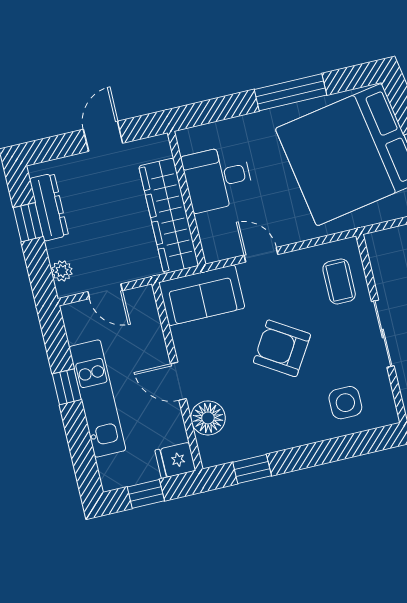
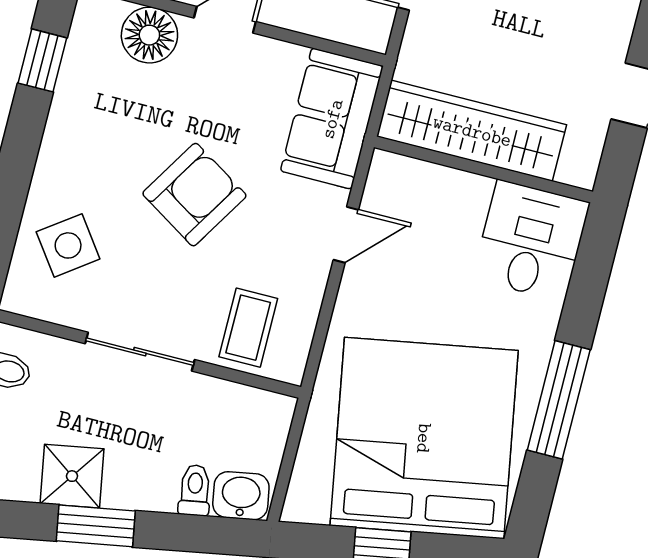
desk: (218, 178) -> (531, 241), moved
coffee table: (339, 281) -> (248, 328), turned 90
side table: (345, 403) -> (68, 245), turned -36

